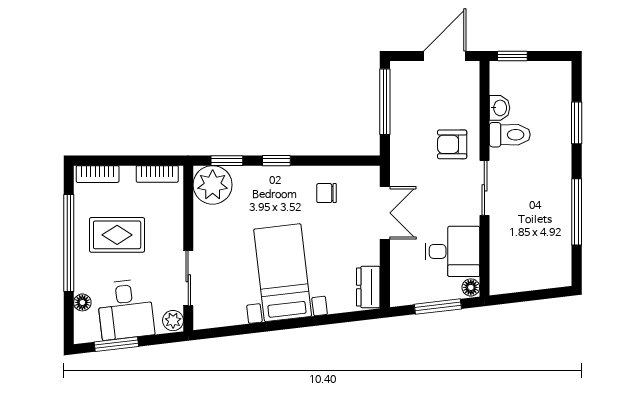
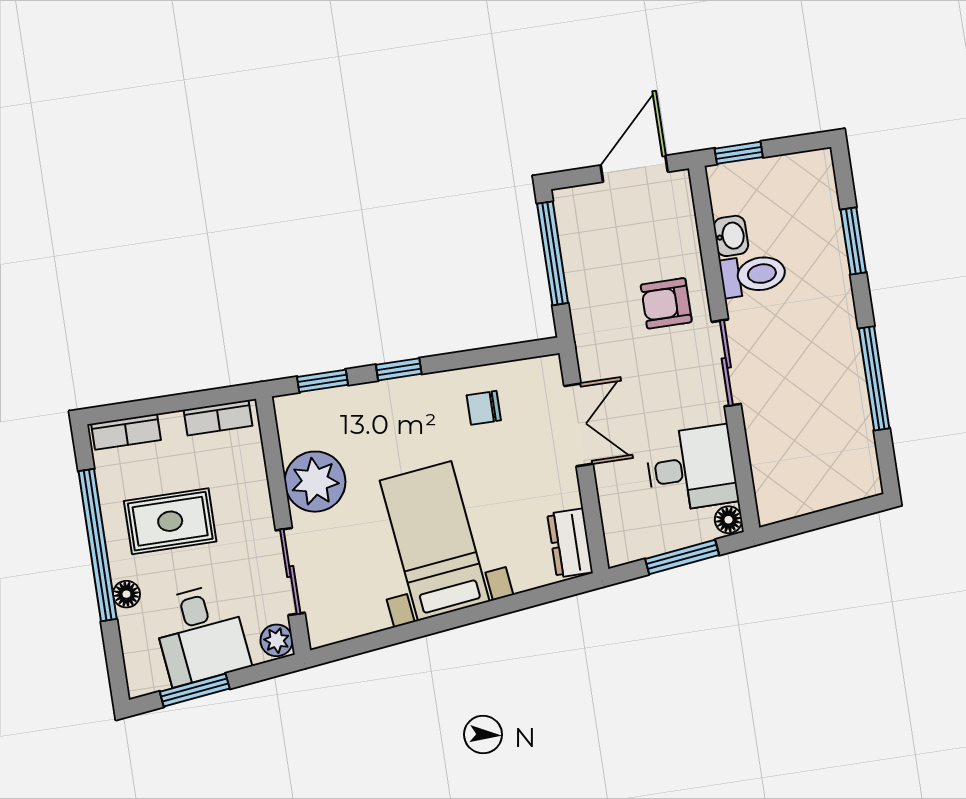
plant: (213, 185) -> (315, 482), moved
floor lamp: (82, 302) -> (126, 594), moved

